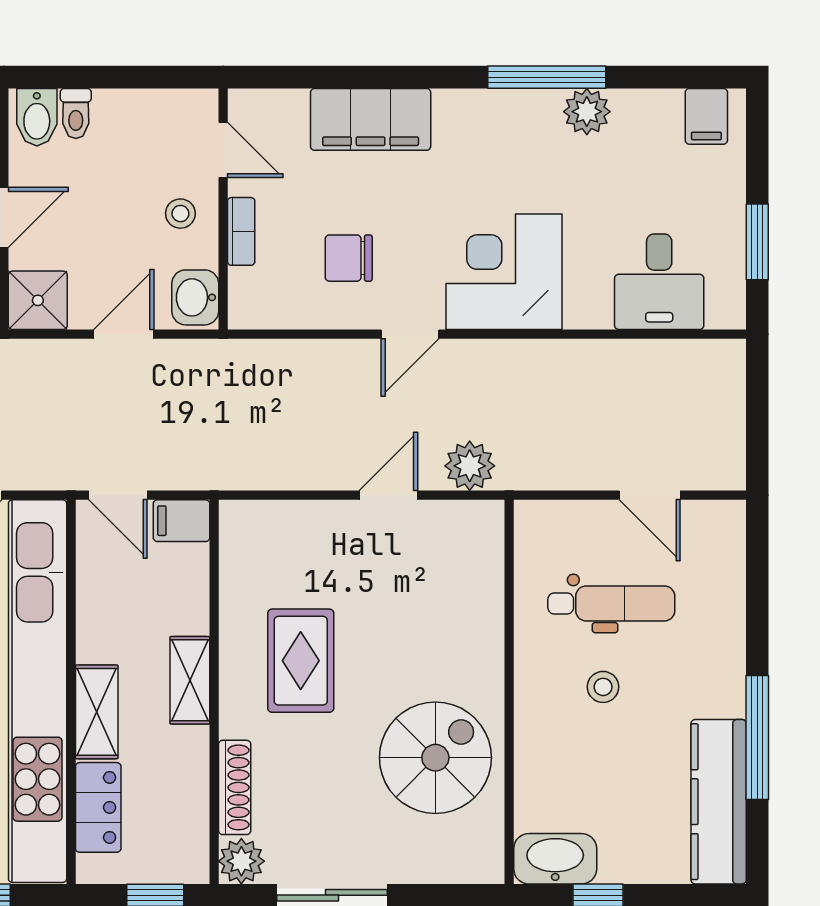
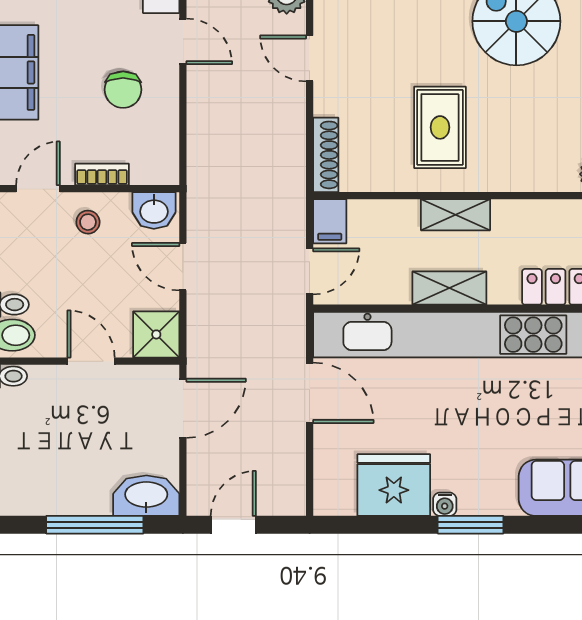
rug: (301, 661) -> (440, 127), turned 90
shelving: (97, 712) -> (449, 288), moved
shoe rack: (235, 787) -> (326, 155), moved, turned 90

